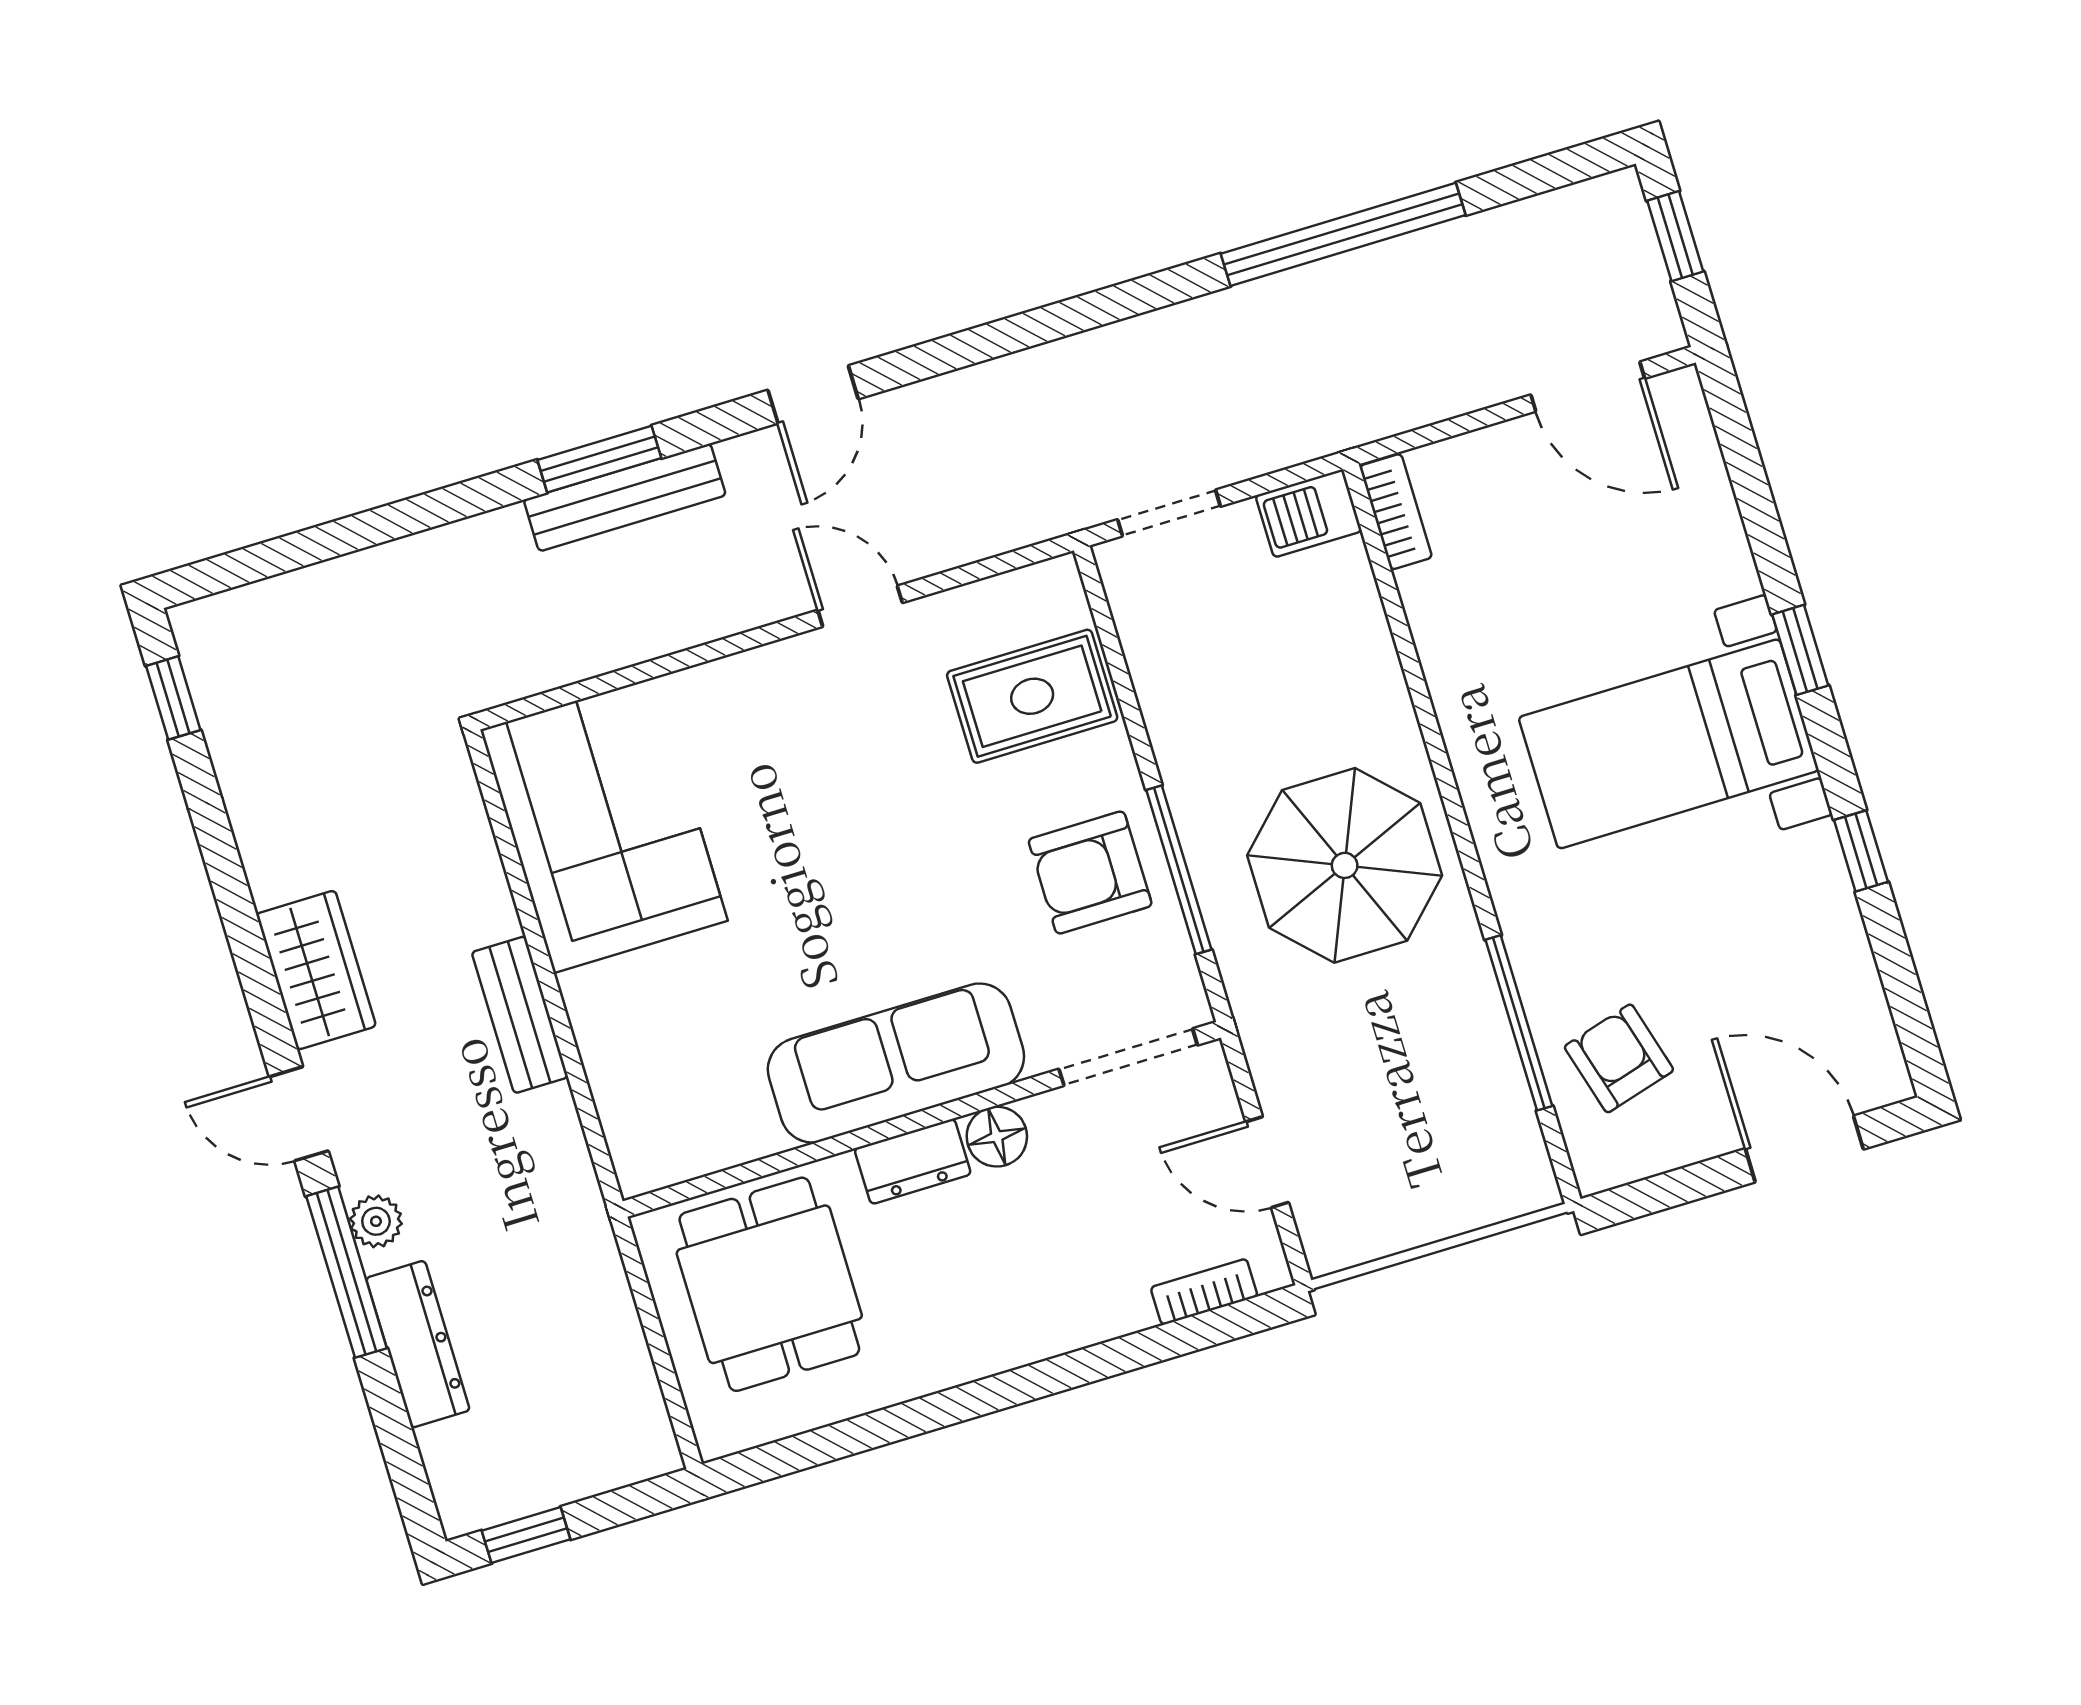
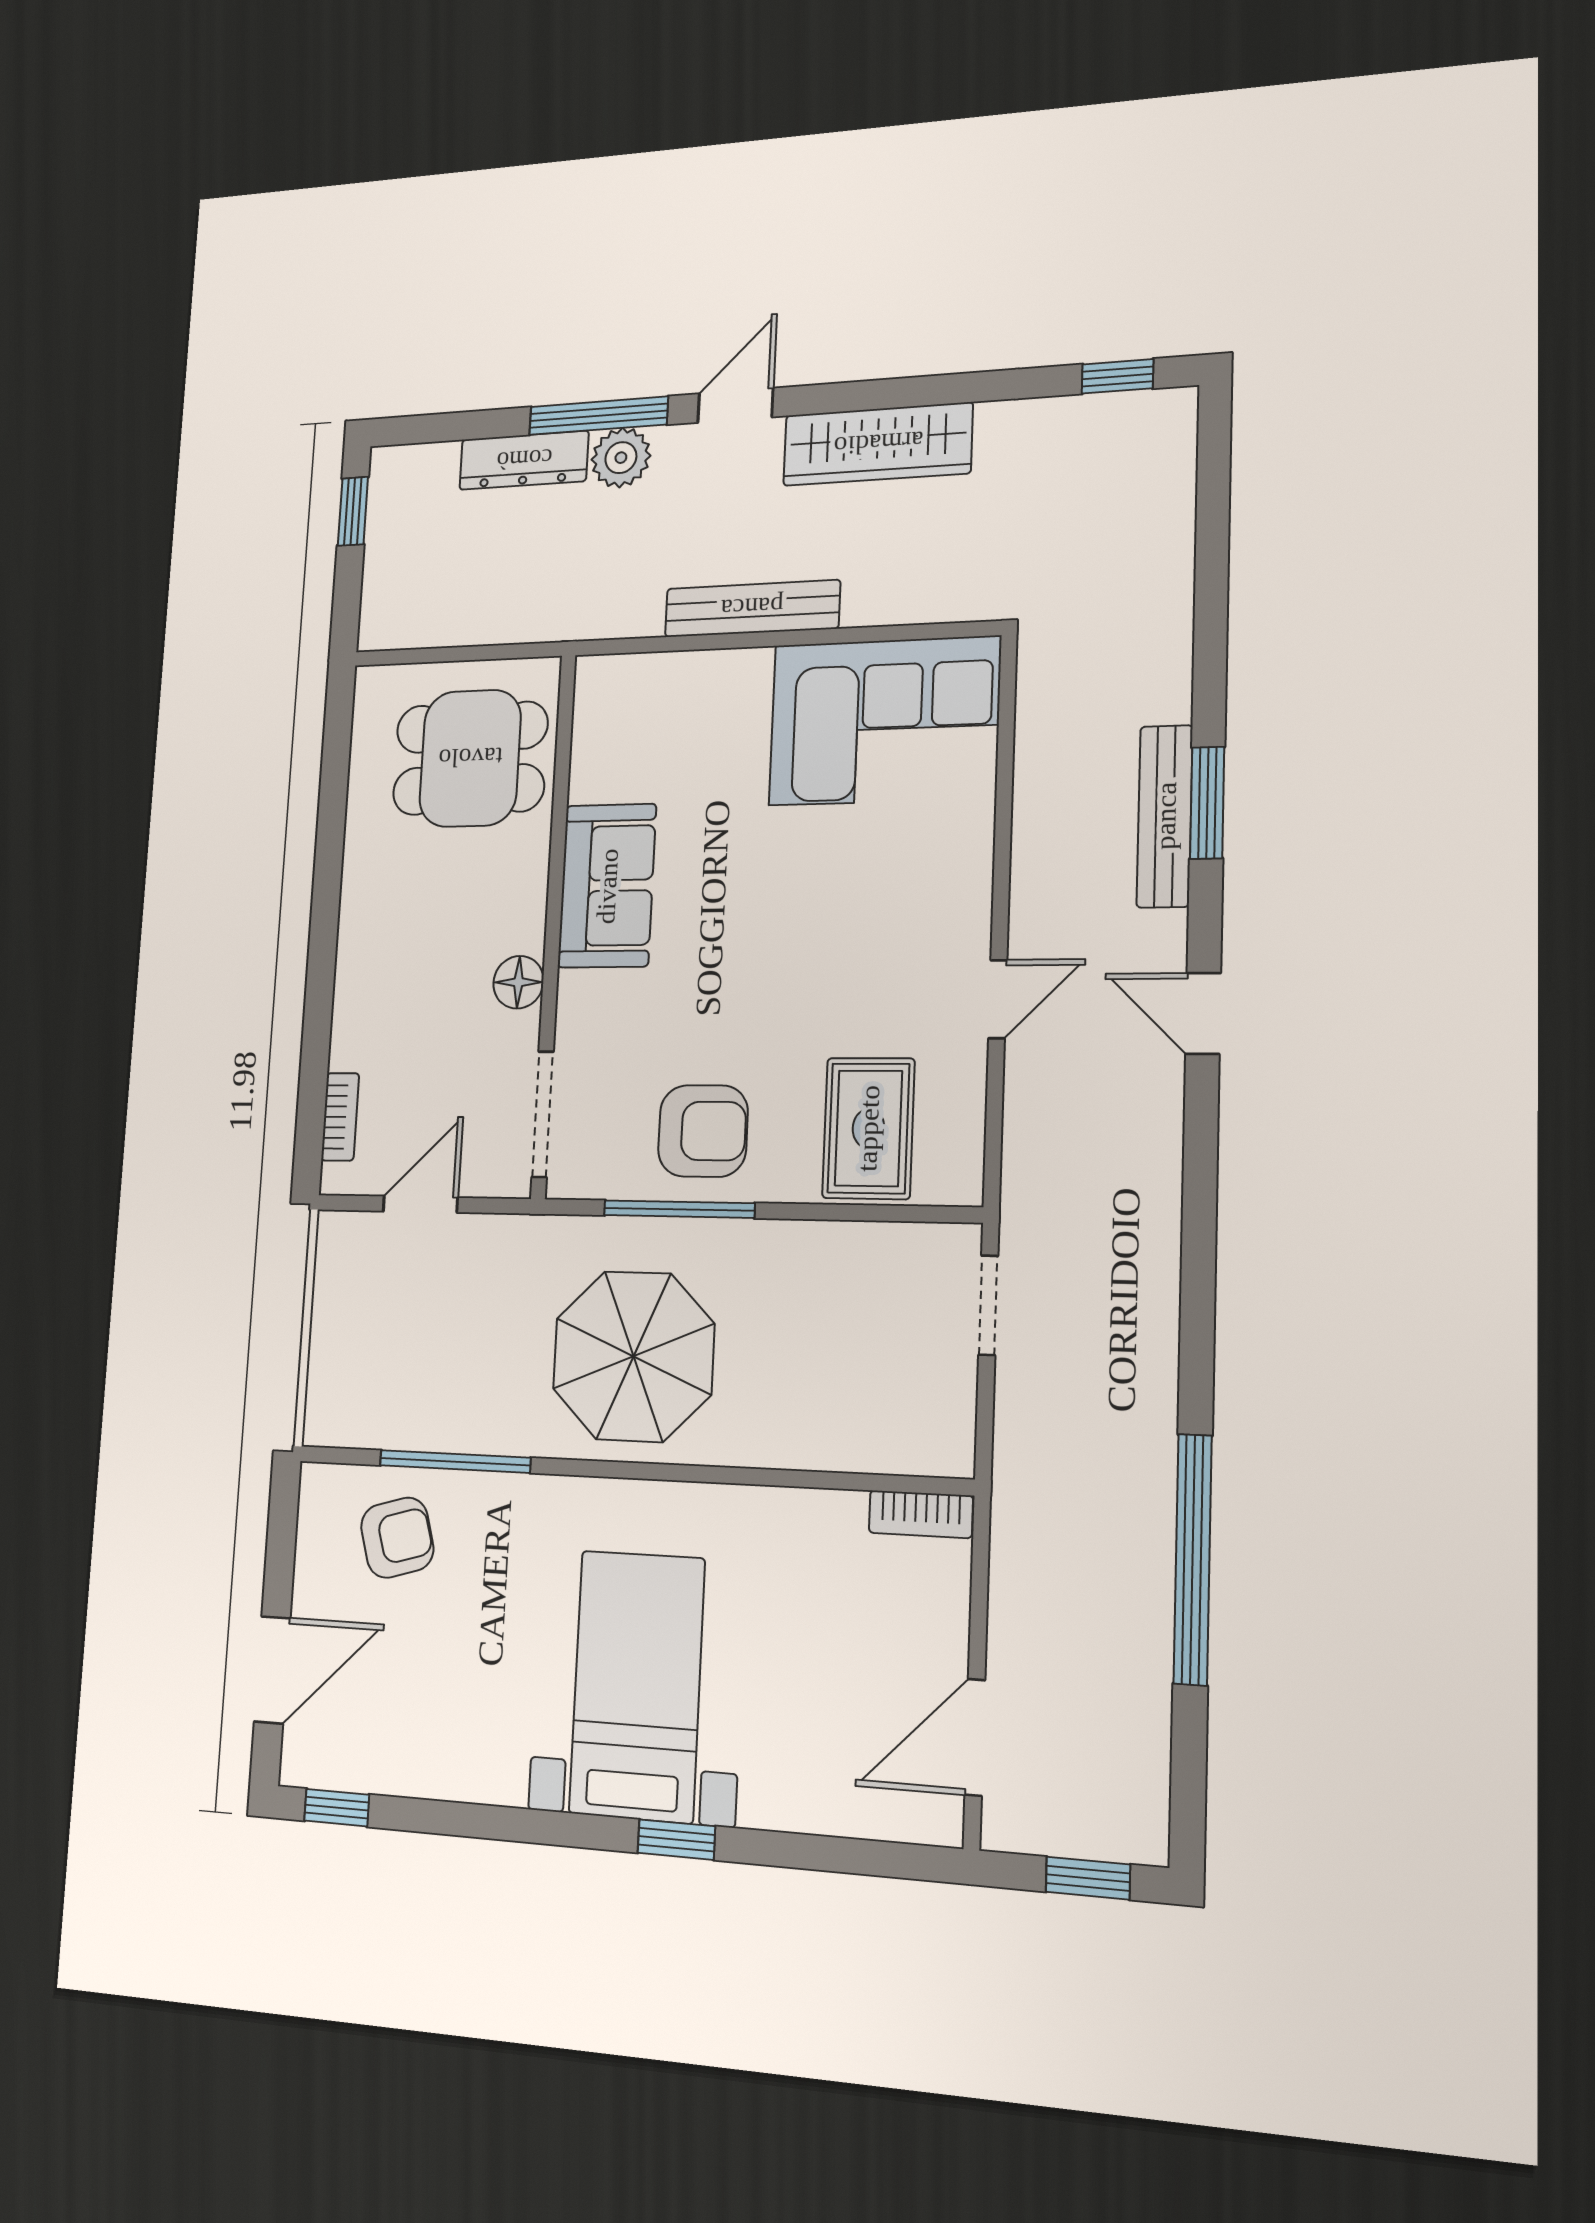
barbecue: (1309, 513) -> (946, 1433), removed
window: (1861, 851) -> (337, 1808), moved
armchair: (1090, 873) -> (703, 1131), turned 90
wardrobe: (316, 970) -> (878, 444), width x1.50
bench: (520, 1015) -> (752, 608), width x1.36
sofa: (896, 1063) -> (607, 886), width x0.73
dresser: (913, 1161) -> (523, 905), removed
plant: (376, 1221) -> (621, 458), width x1.38, depth x1.38

